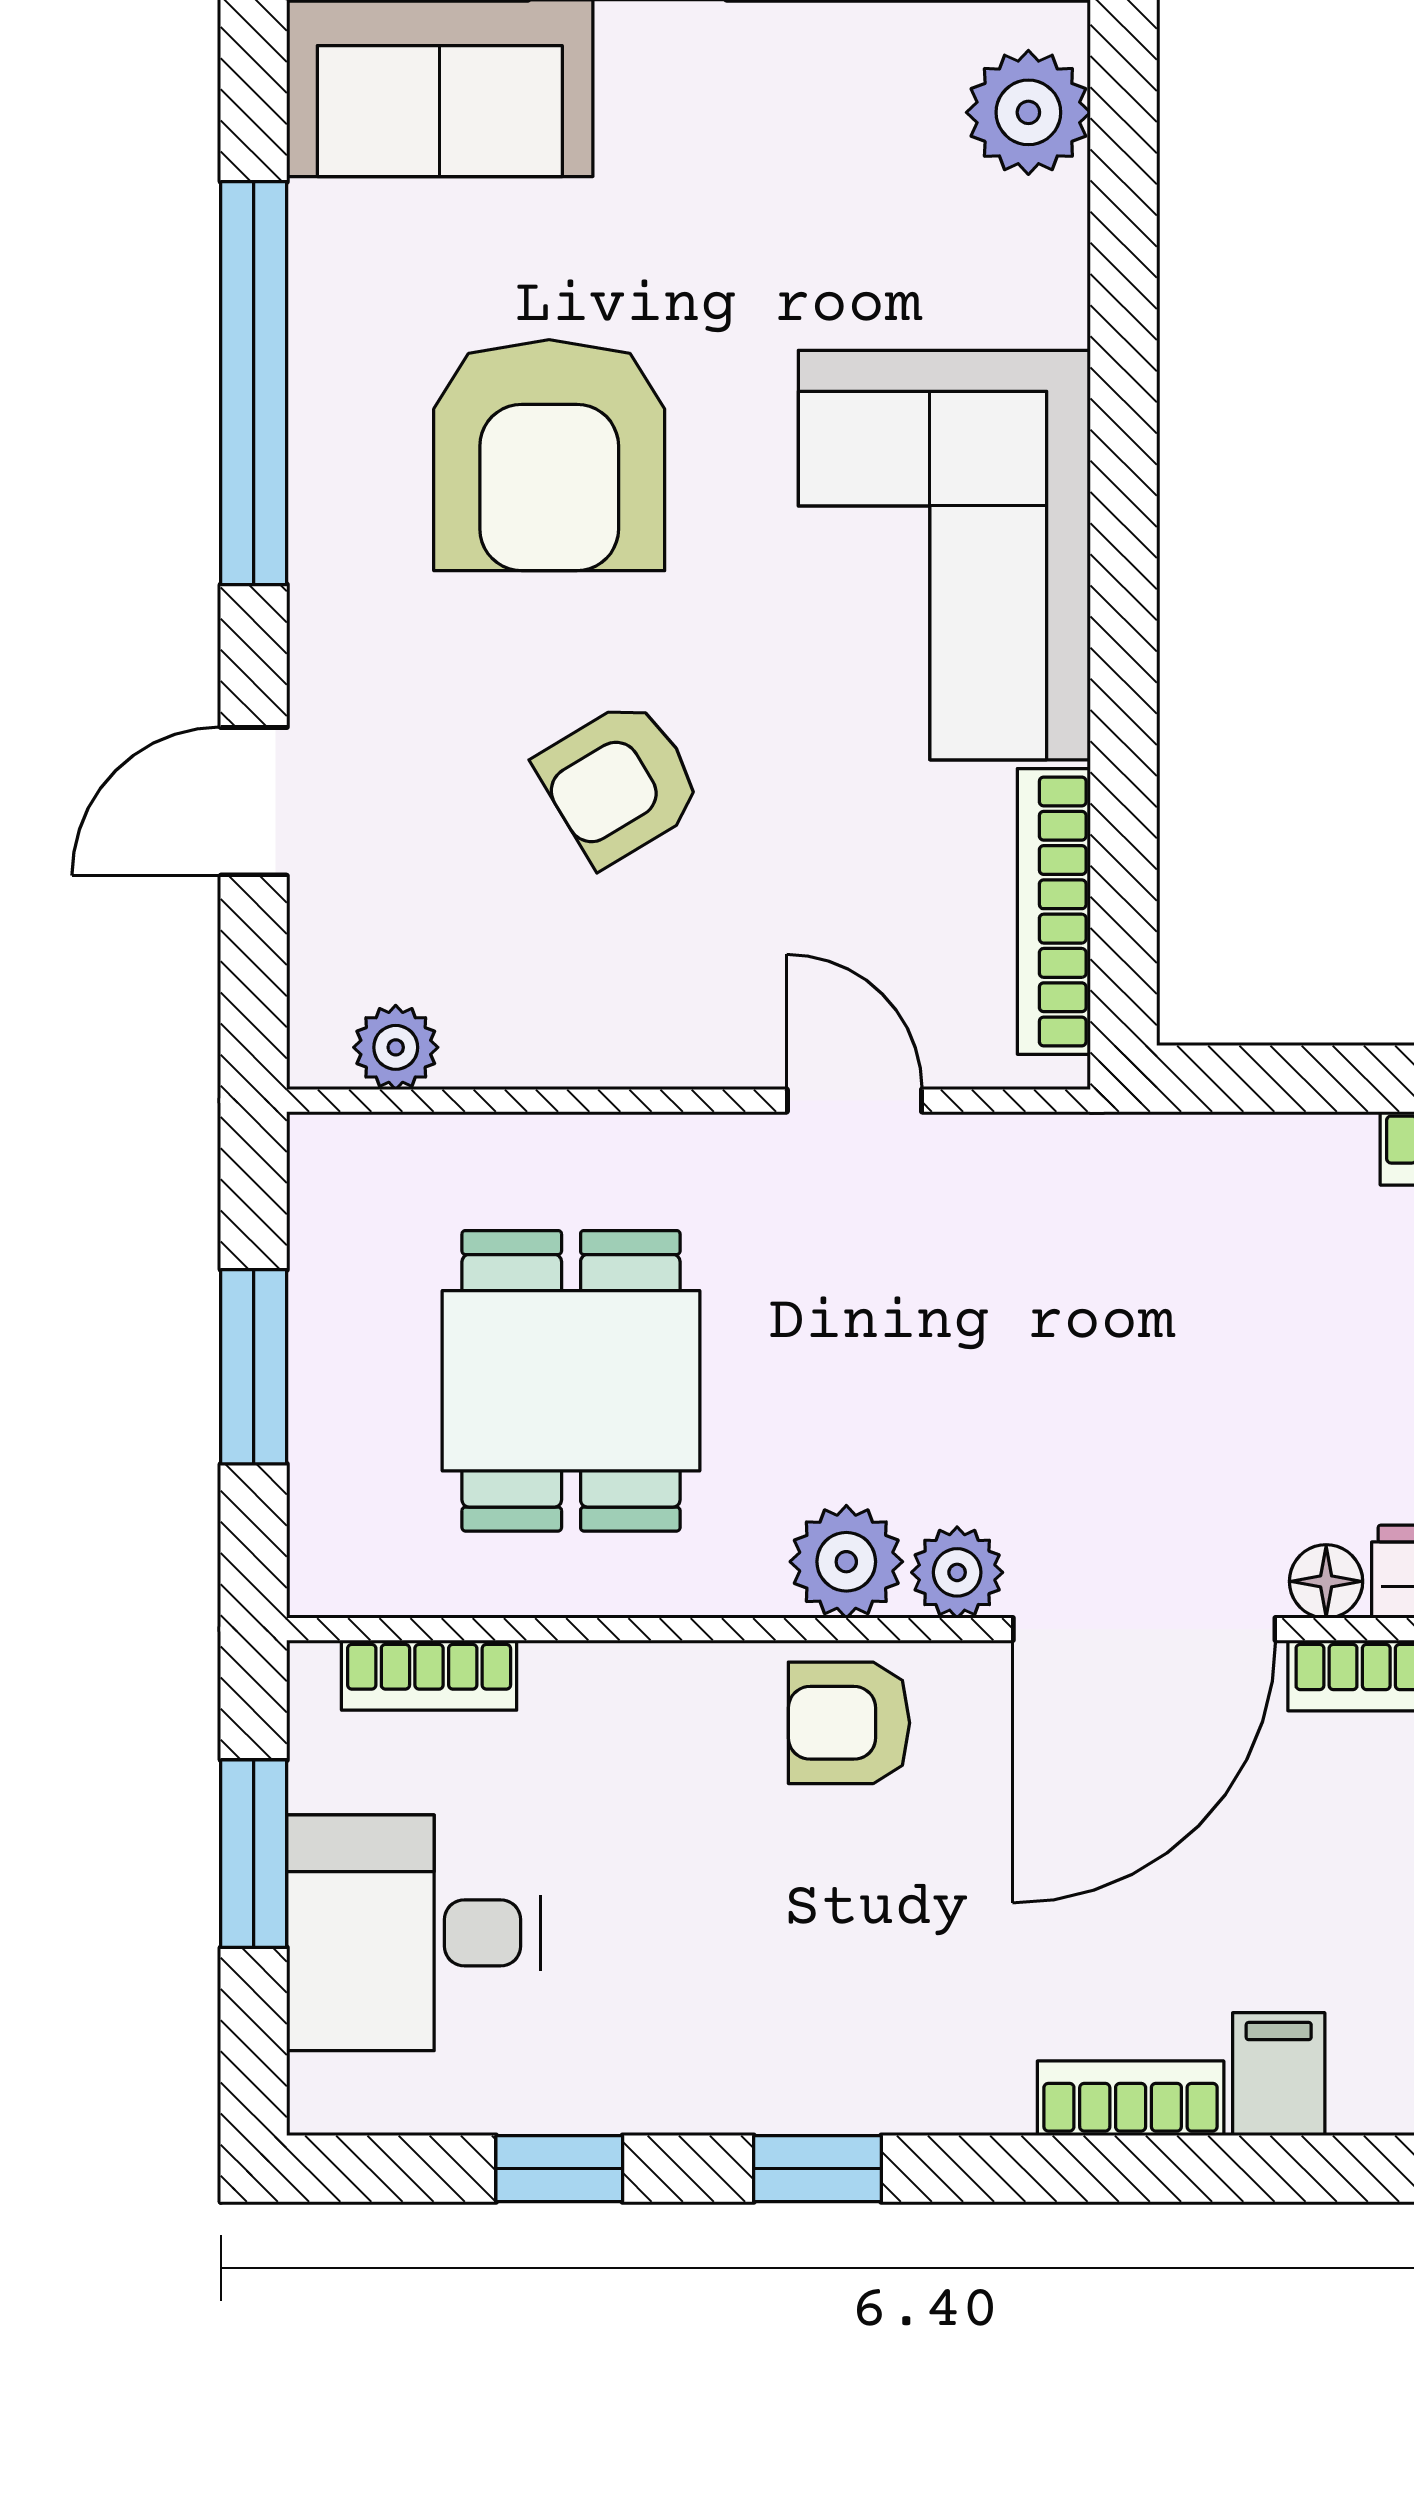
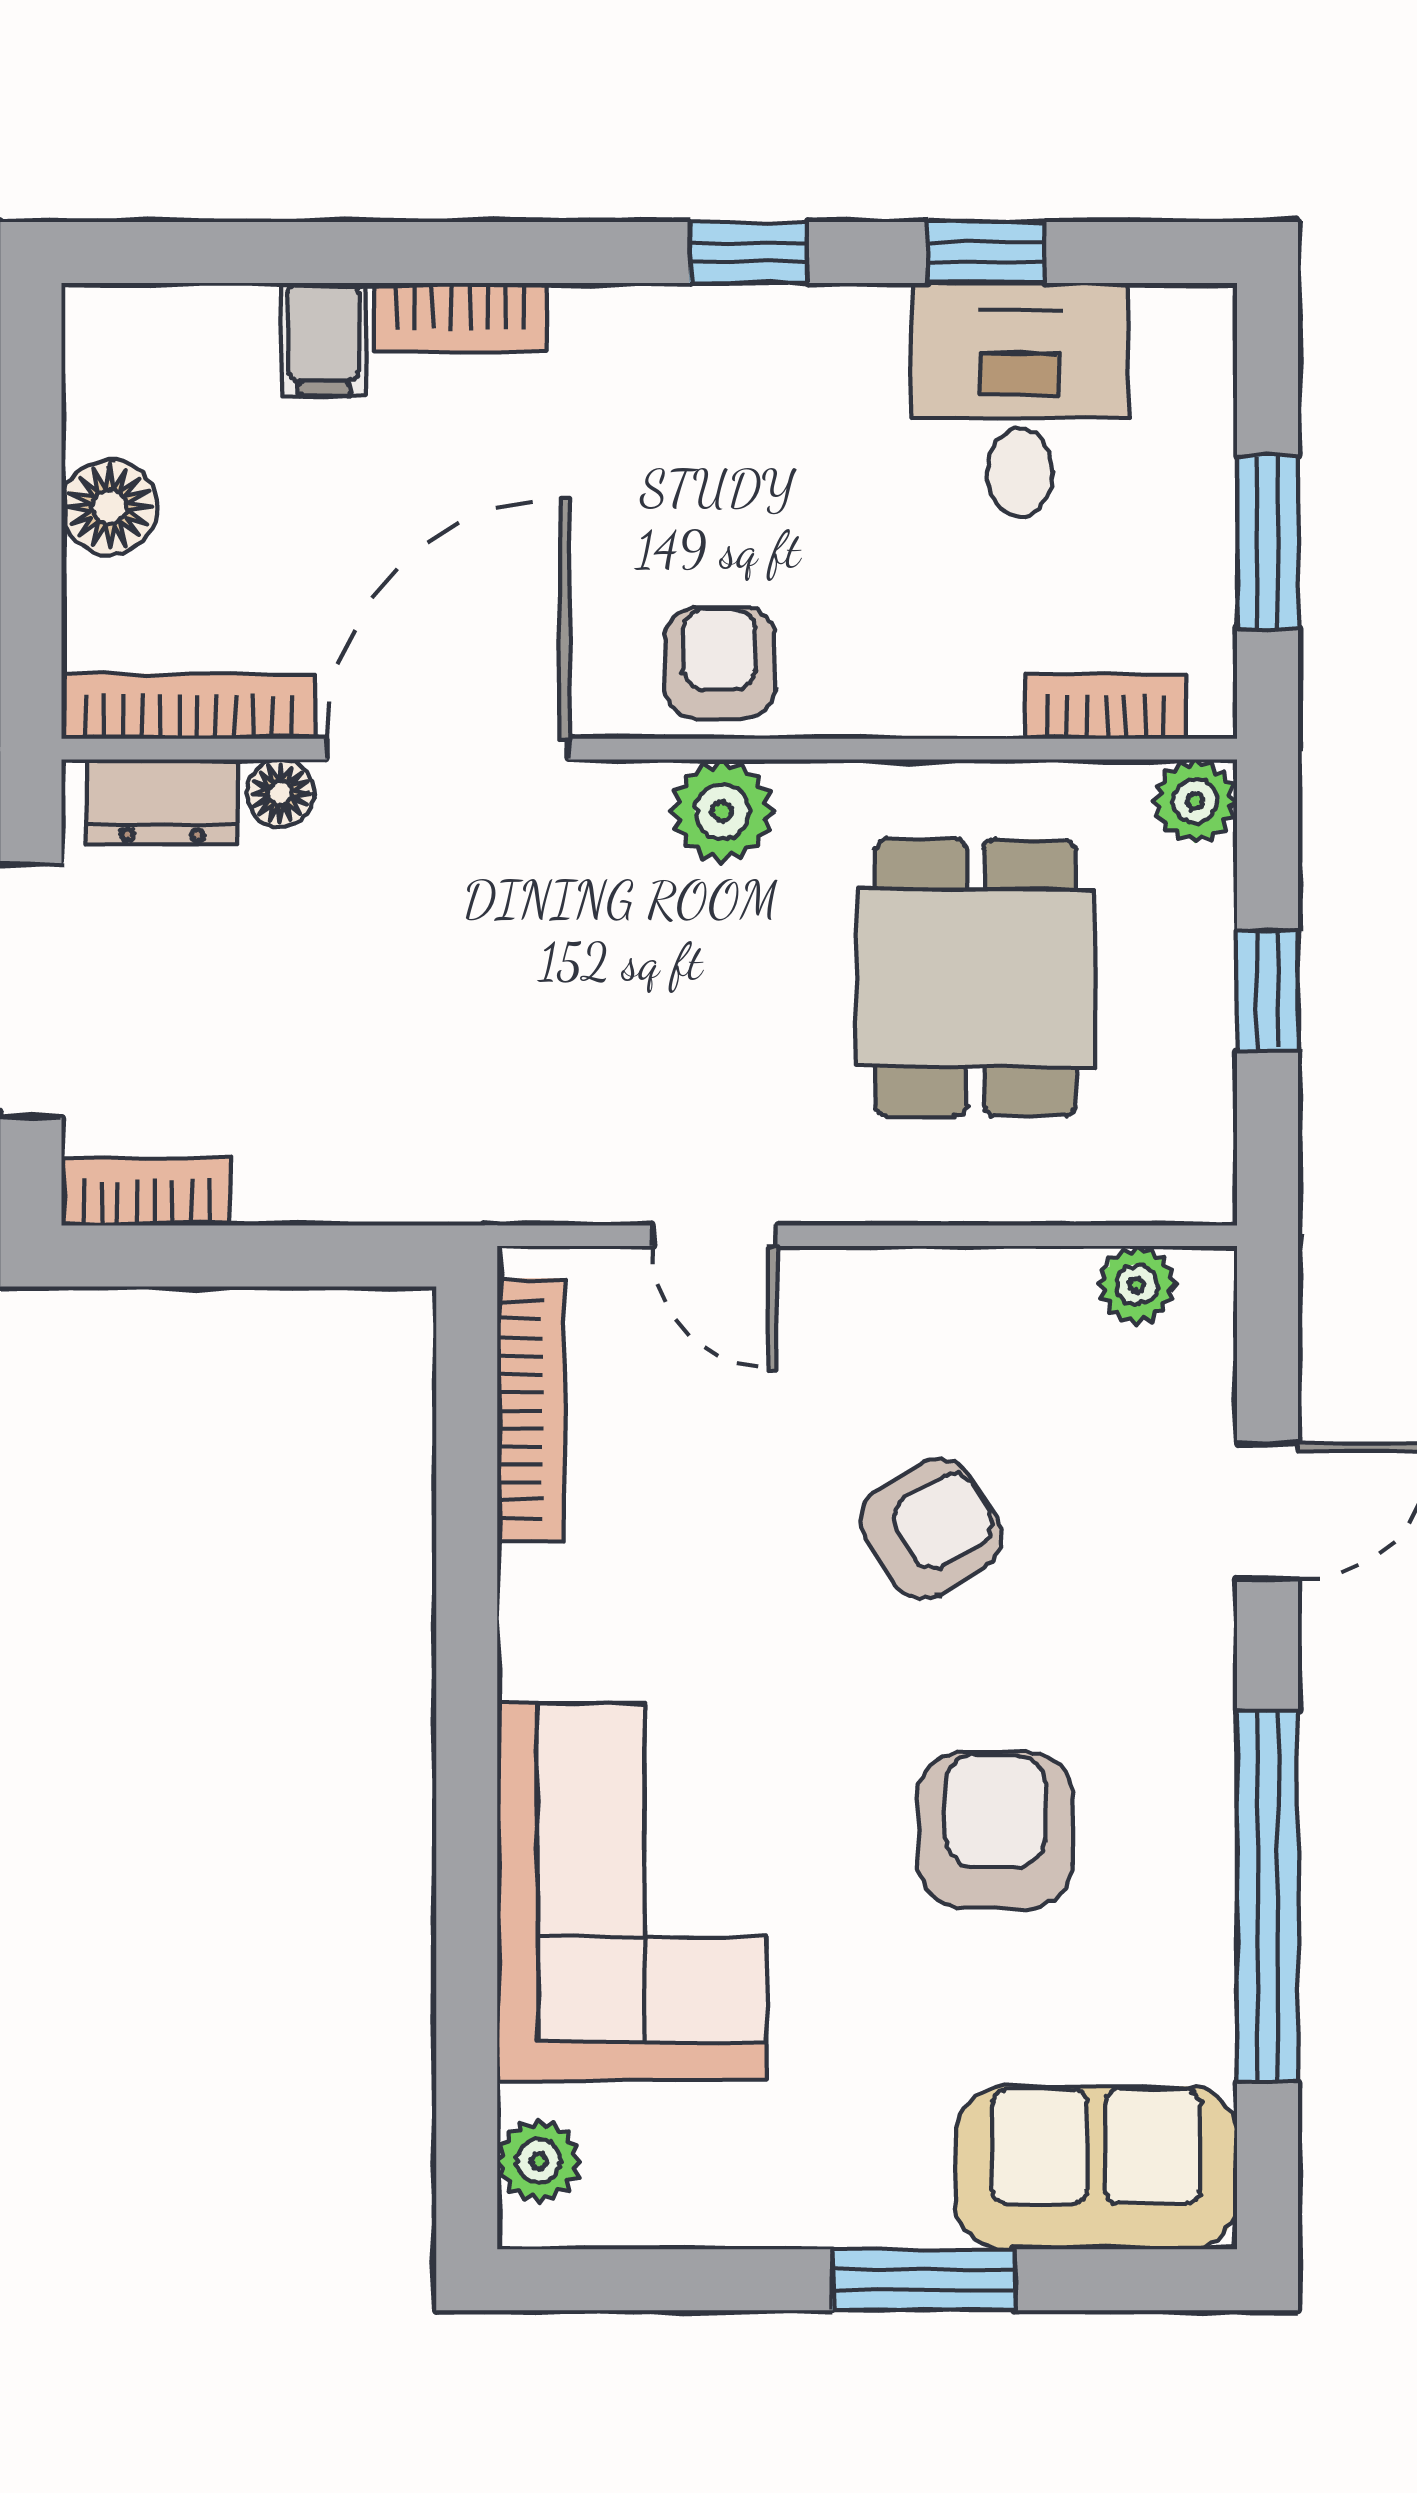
plant: (1028, 112) -> (539, 2161), width x0.73, depth x0.73
armchair: (549, 455) -> (995, 1830), width x0.73, depth x0.73
corner sofa: (944, 555) -> (632, 1892), moved
window: (254, 1367) -> (1268, 991), width x0.67
plant: (957, 1572) -> (1195, 801), moved
armchair: (849, 1723) -> (719, 663), turned -90
desk: (414, 1933) -> (1020, 400), moved, turned -90

